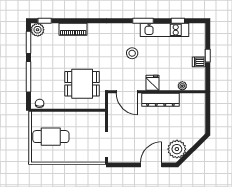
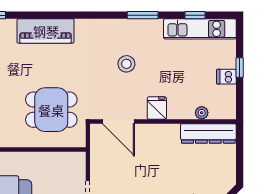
piano: (73, 29) -> (46, 31), width x1.37, depth x1.33
kitchen unit: (165, 30) -> (200, 29), moved
dresser: (160, 100) -> (208, 133), moved

